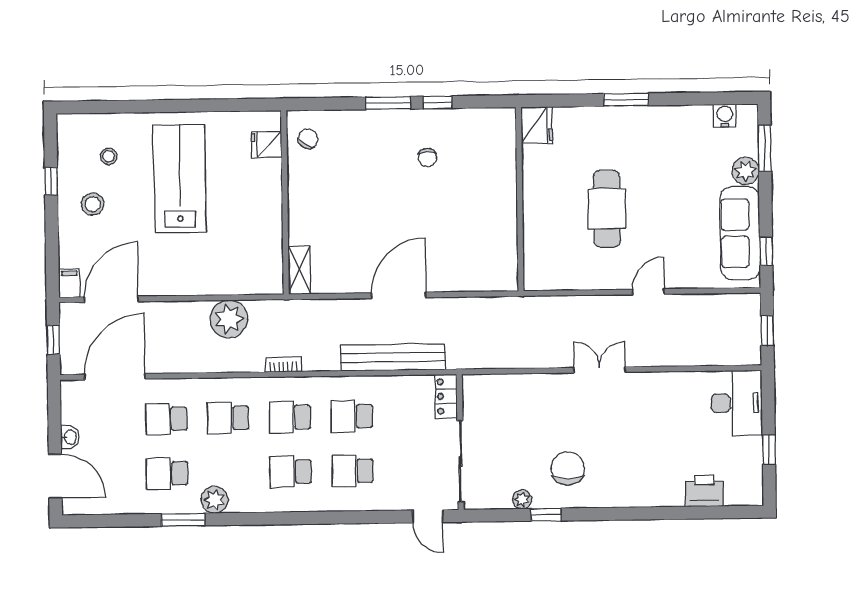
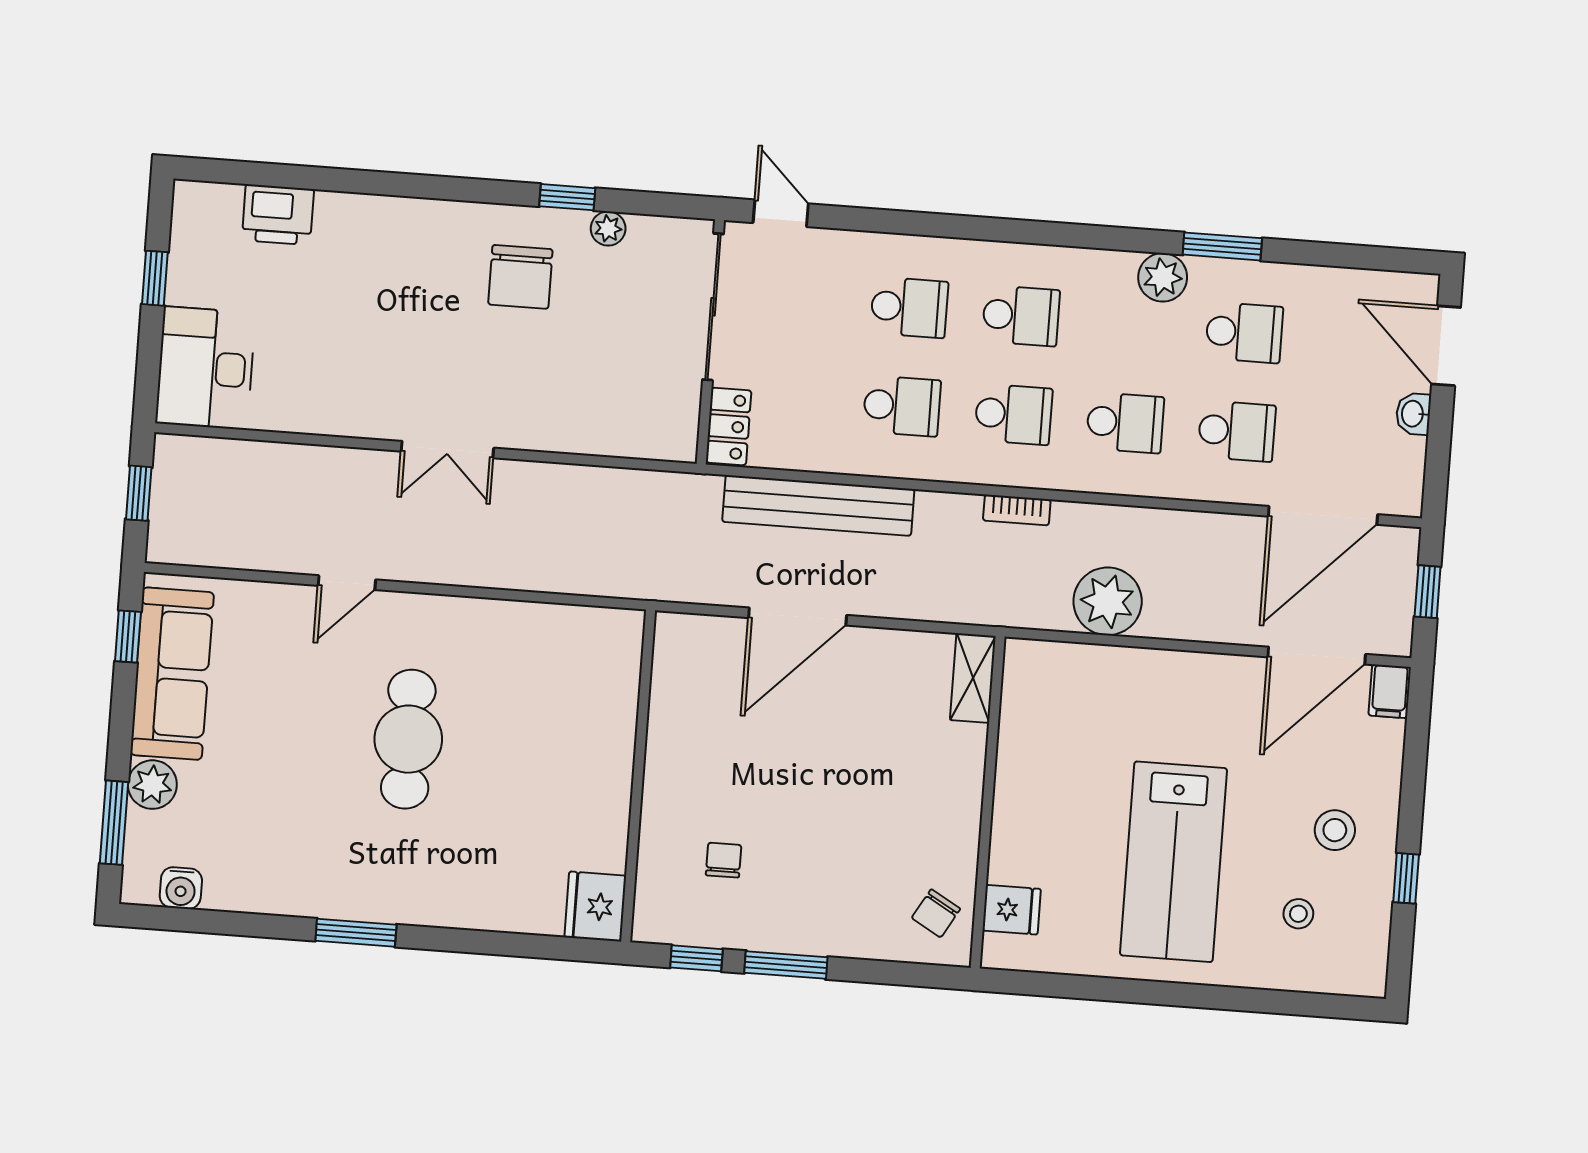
fridge: (537, 125) -> (595, 906), moved
wall: (520, 199) -> (638, 776), moved

